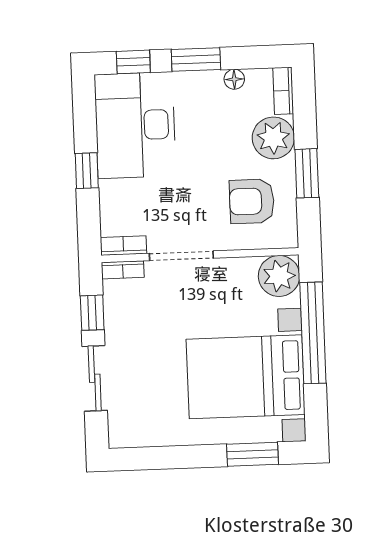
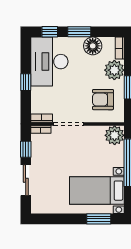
floor lamp: (234, 79) -> (93, 46), width x1.89, depth x1.89
bed with nightstands: (246, 377) -> (97, 191), width x0.73

